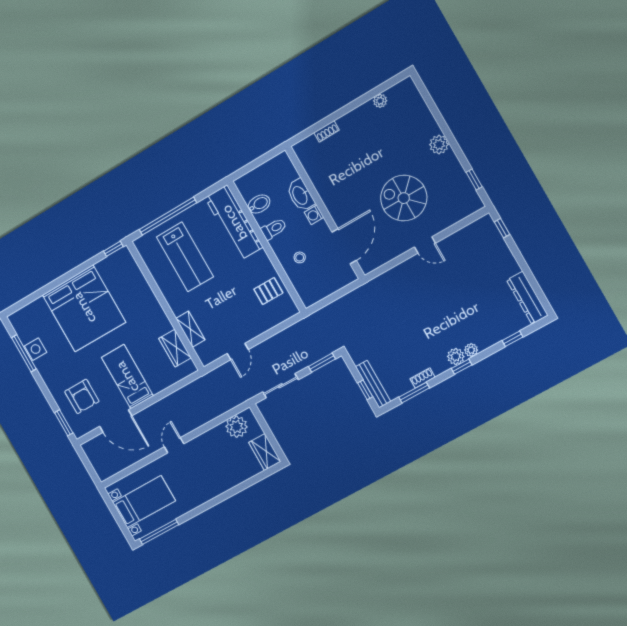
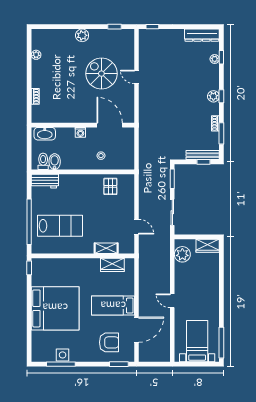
washbasin: (300, 195) -> (45, 134), moved
spiral stairs: (404, 198) -> (101, 74), turned 90
workbench: (234, 223) -> (45, 181), width x0.53, depth x0.76
toilet: (274, 229) -> (43, 161), moved
door: (425, 245) -> (136, 77), swing flipped
plant: (471, 350) -> (215, 59), moved

